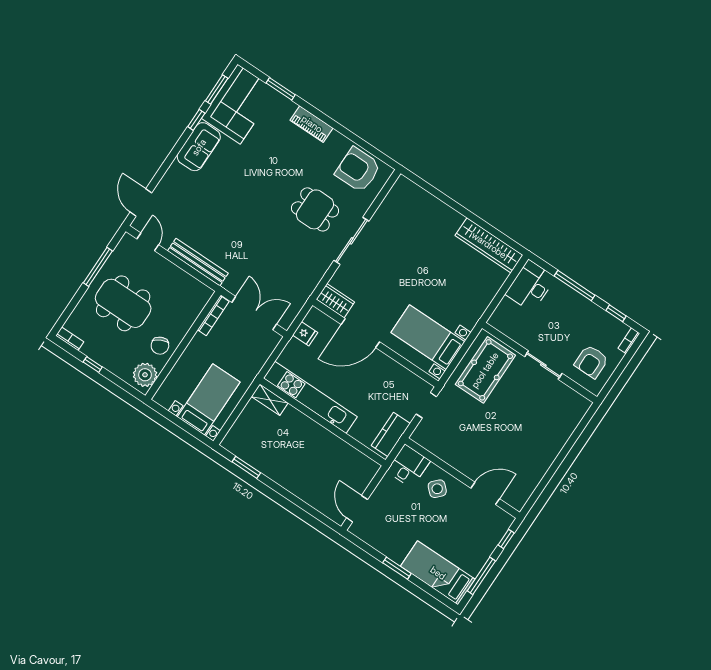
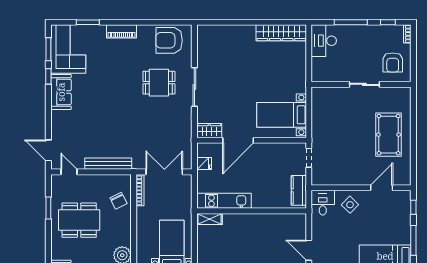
window: (98, 267) -> (48, 208), width x0.69
chair: (160, 346) -> (118, 201), moved
pool table: (485, 370) -> (389, 135), moved
kitchen unit: (310, 397) -> (224, 201), width x0.73

